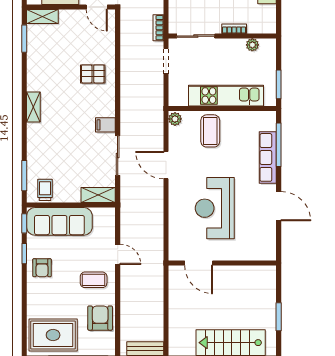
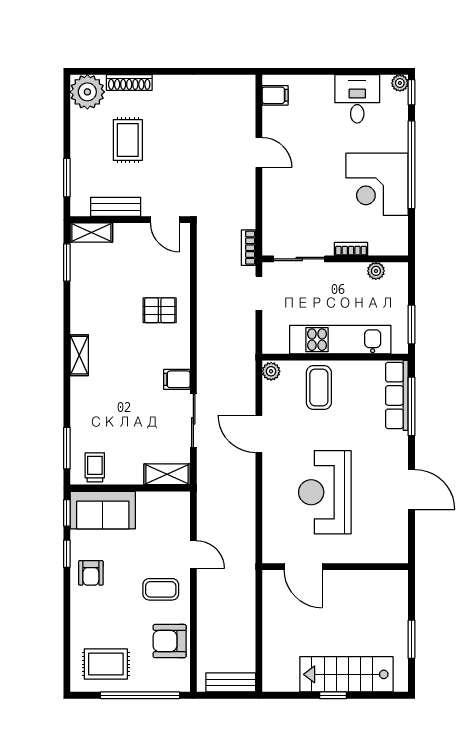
row of seats: (268, 157) -> (397, 395), moved
sofa: (59, 221) -> (103, 510), width x0.73
armchair: (100, 318) -> (170, 641), turned -90
rug: (53, 335) -> (106, 664), width x0.73, depth x0.70

